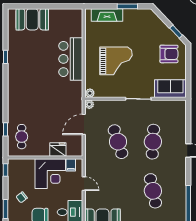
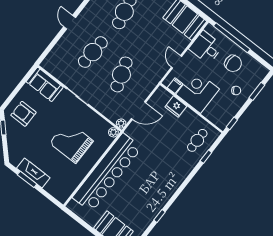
fireplace: (107, 15) -> (33, 173), moved
bar counter: (71, 59) -> (107, 173), width x1.86

